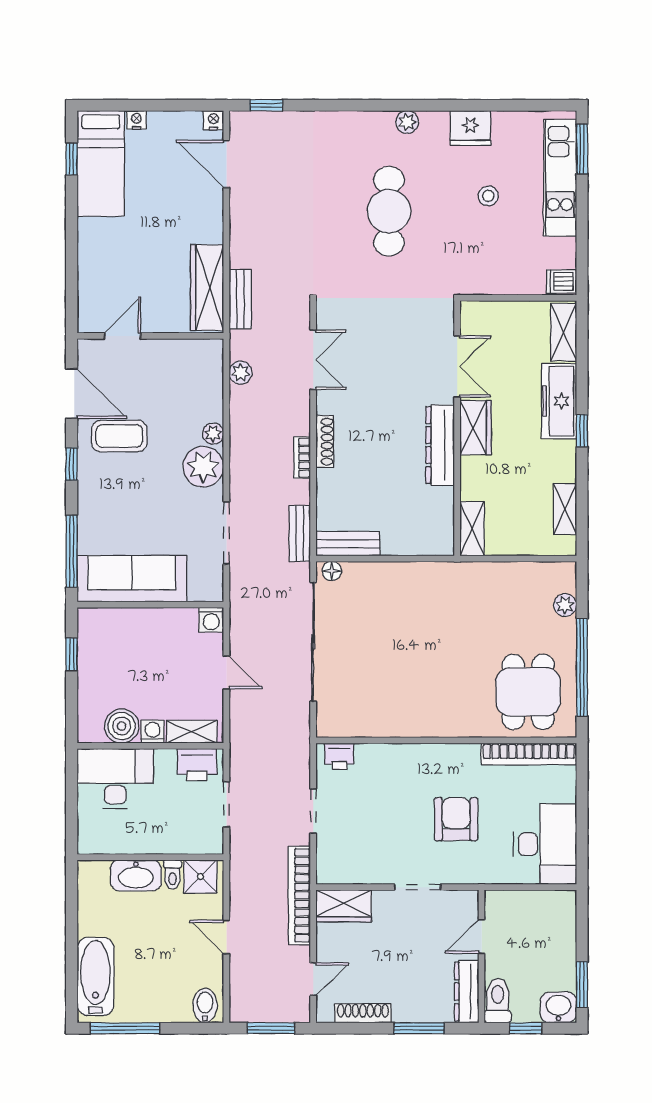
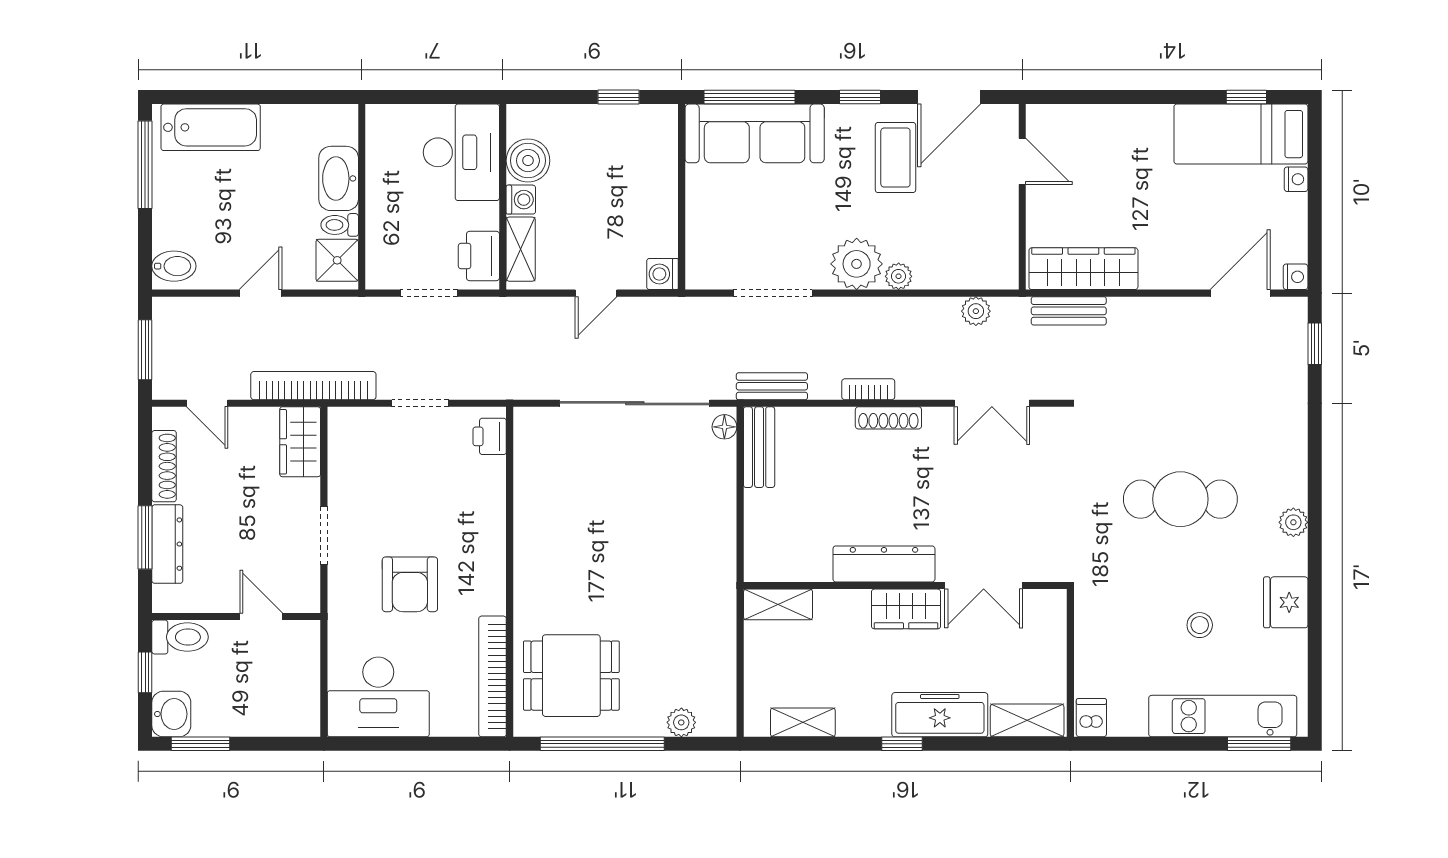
sofa: (132, 579) -> (755, 133), moved, turned 90
armchair: (456, 819) -> (410, 584), turned 90
dresser: (467, 992) -> (167, 544), moved, turned 90

